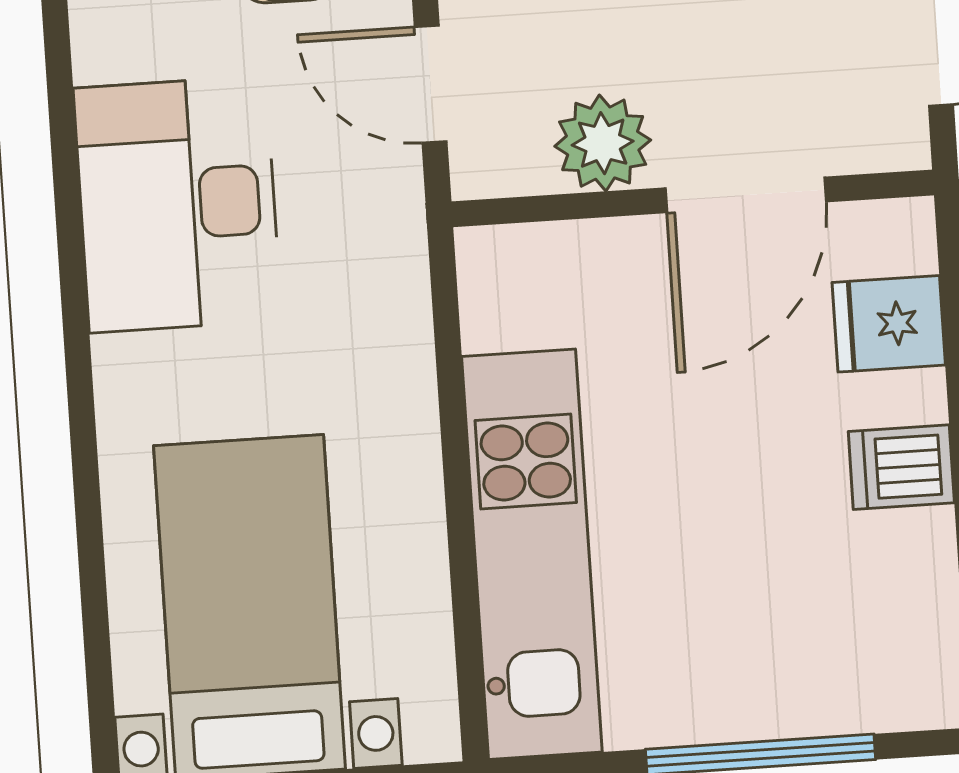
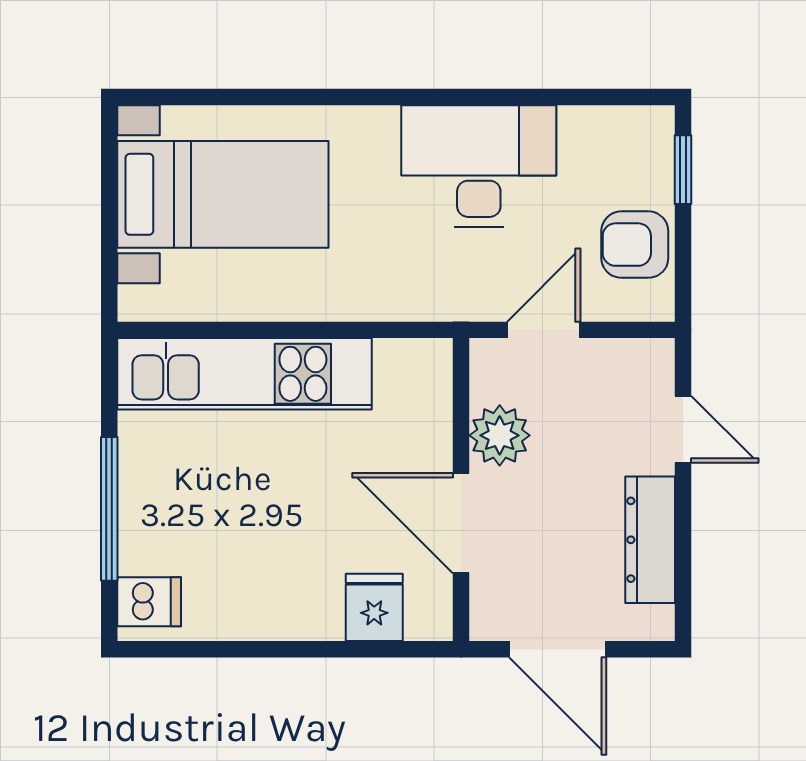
dishwasher: (901, 467) -> (149, 602), moved, turned 90

